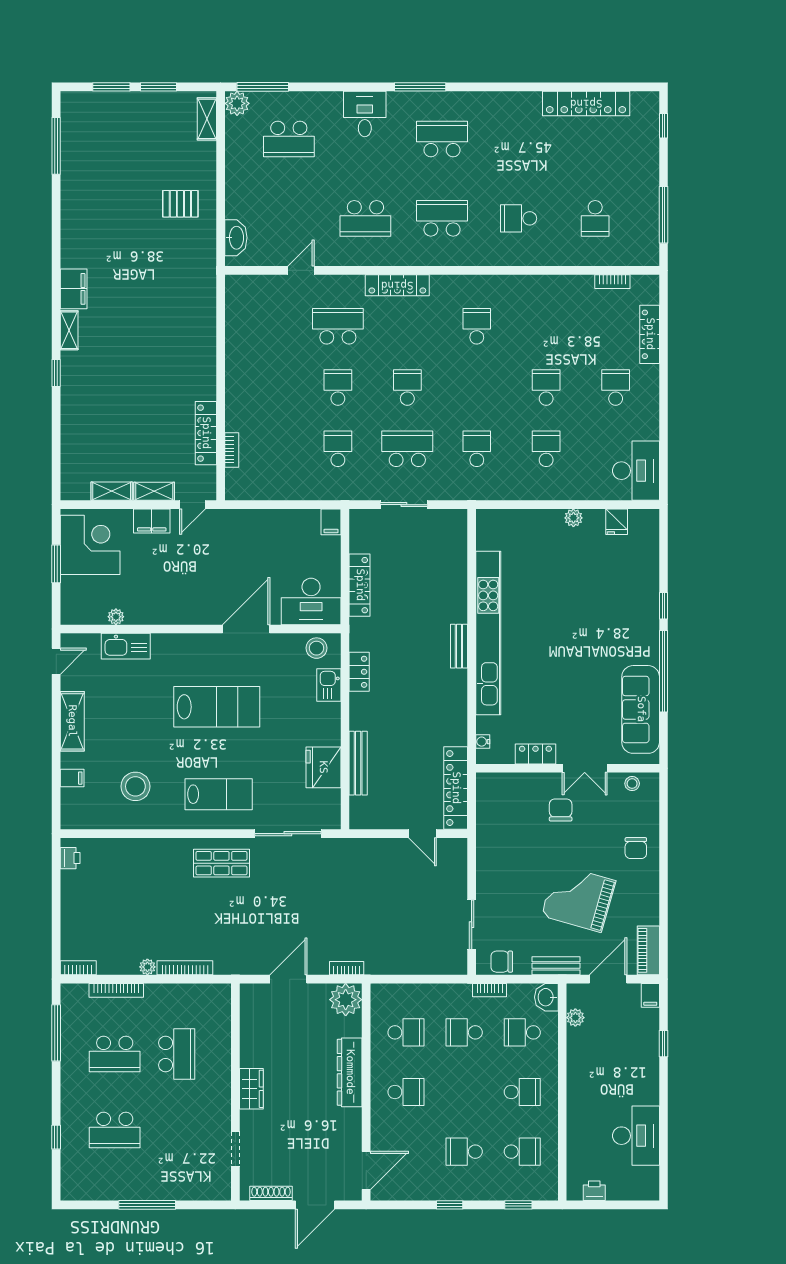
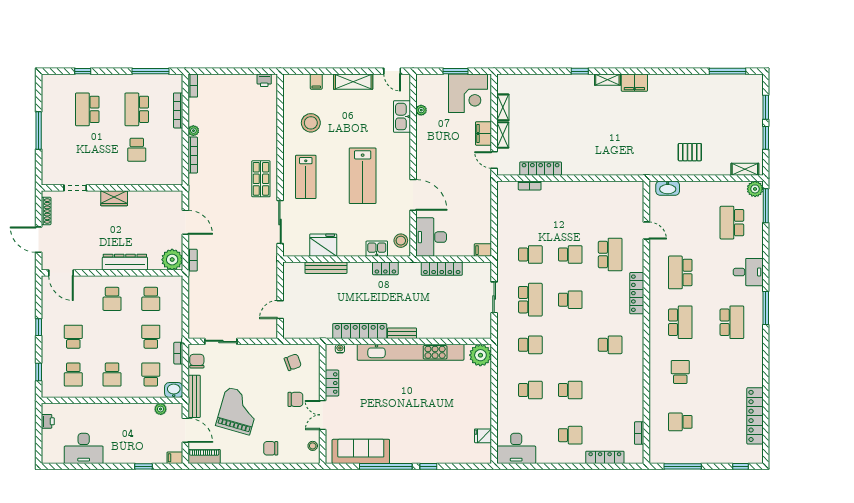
pallet: (180, 204) -> (690, 152), turned 90
plant: (573, 518) -> (480, 355), moved, width x1.88, depth x1.88
locker: (456, 788) -> (360, 331), moved
chair: (503, 814) -> (293, 362), added
bench: (556, 966) -> (194, 396), width x1.36
school desk: (177, 1054) -> (137, 150), width x0.54

